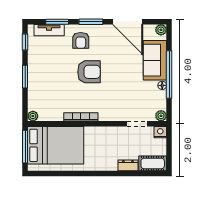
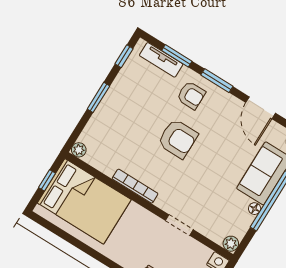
door: (128, 22) -> (261, 108), width x0.73
armchair: (81, 40) -> (191, 95), turned -90
doorway: (137, 124) -> (179, 225), moved
window: (25, 147) -> (47, 180), width x0.46

